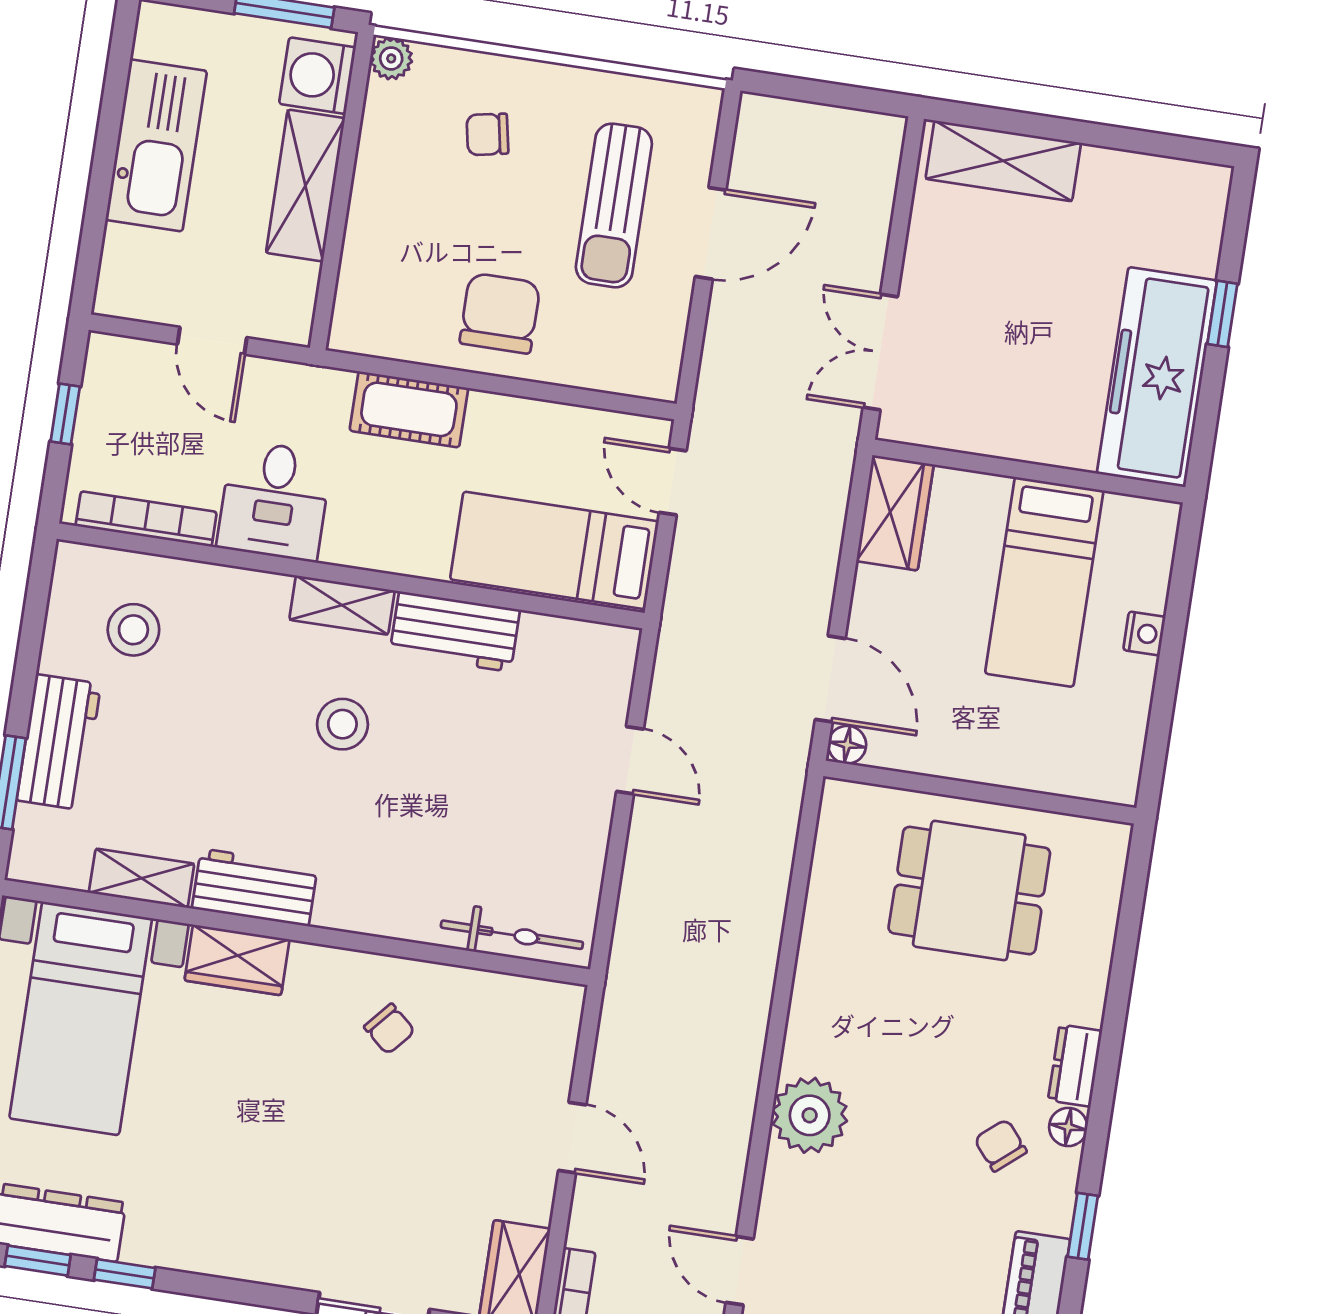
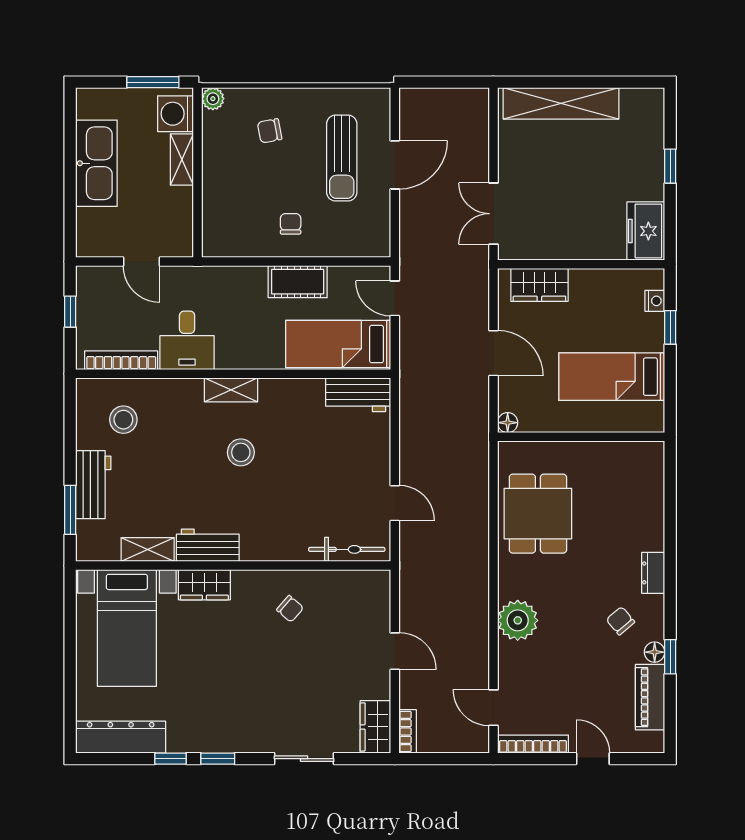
shelving: (1003, 161) -> (561, 103), width x1.47
shelving: (305, 186) -> (182, 160), width x0.67, depth x0.75
chair: (500, 313) -> (291, 224), width x0.54, depth x0.54
freezer: (1157, 377) -> (646, 231), width x0.52, depth x0.79
cot: (409, 409) -> (298, 282), moved
wardrobe: (895, 513) -> (539, 285), moved, turned 90
bed: (1044, 582) -> (612, 377), moved, turned 90
window: (1176, 614) -> (670, 327), added
workbench: (455, 632) -> (358, 395), moved
nightstand: (1144, 633) -> (655, 301), moved
door: (830, 679) -> (493, 353), moved
door: (630, 760) -> (395, 503), moved
dining table: (969, 891) -> (538, 514), moved, turned 90
floor lamp: (1068, 1127) -> (655, 652), moved
window: (38, 1261) -> (218, 759), moved

